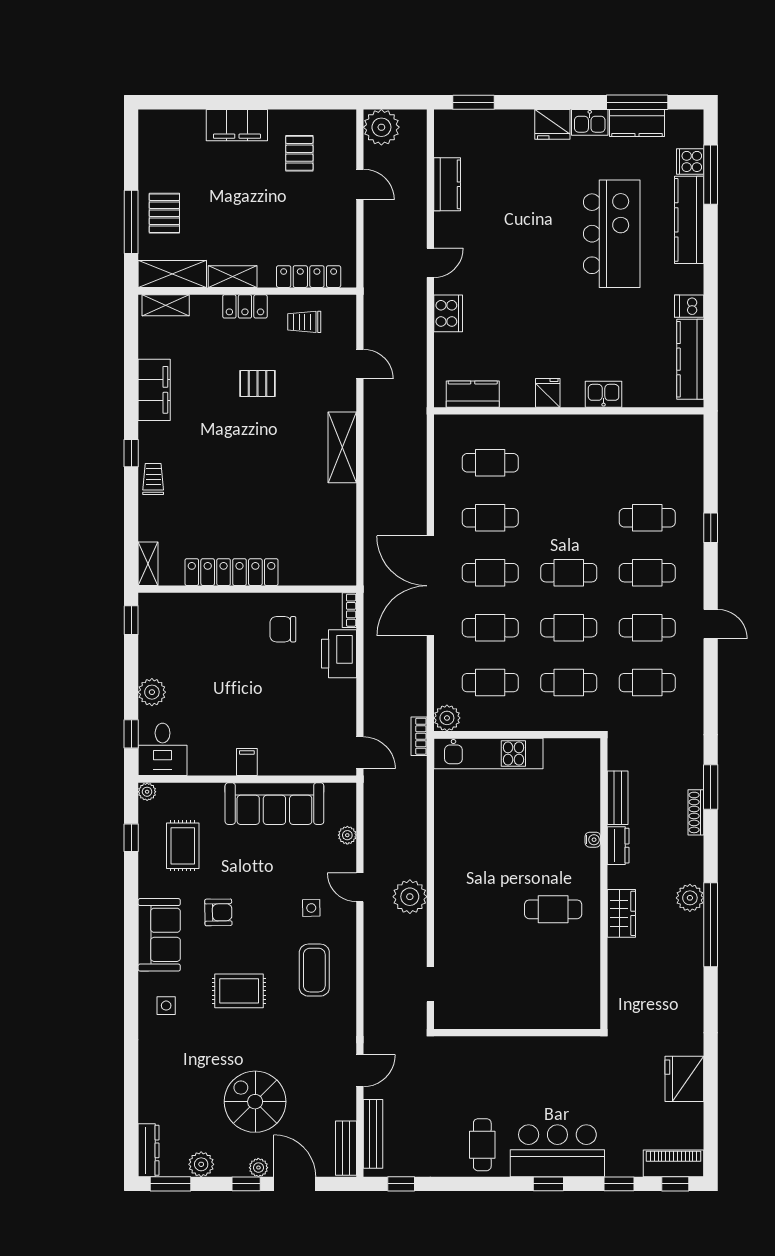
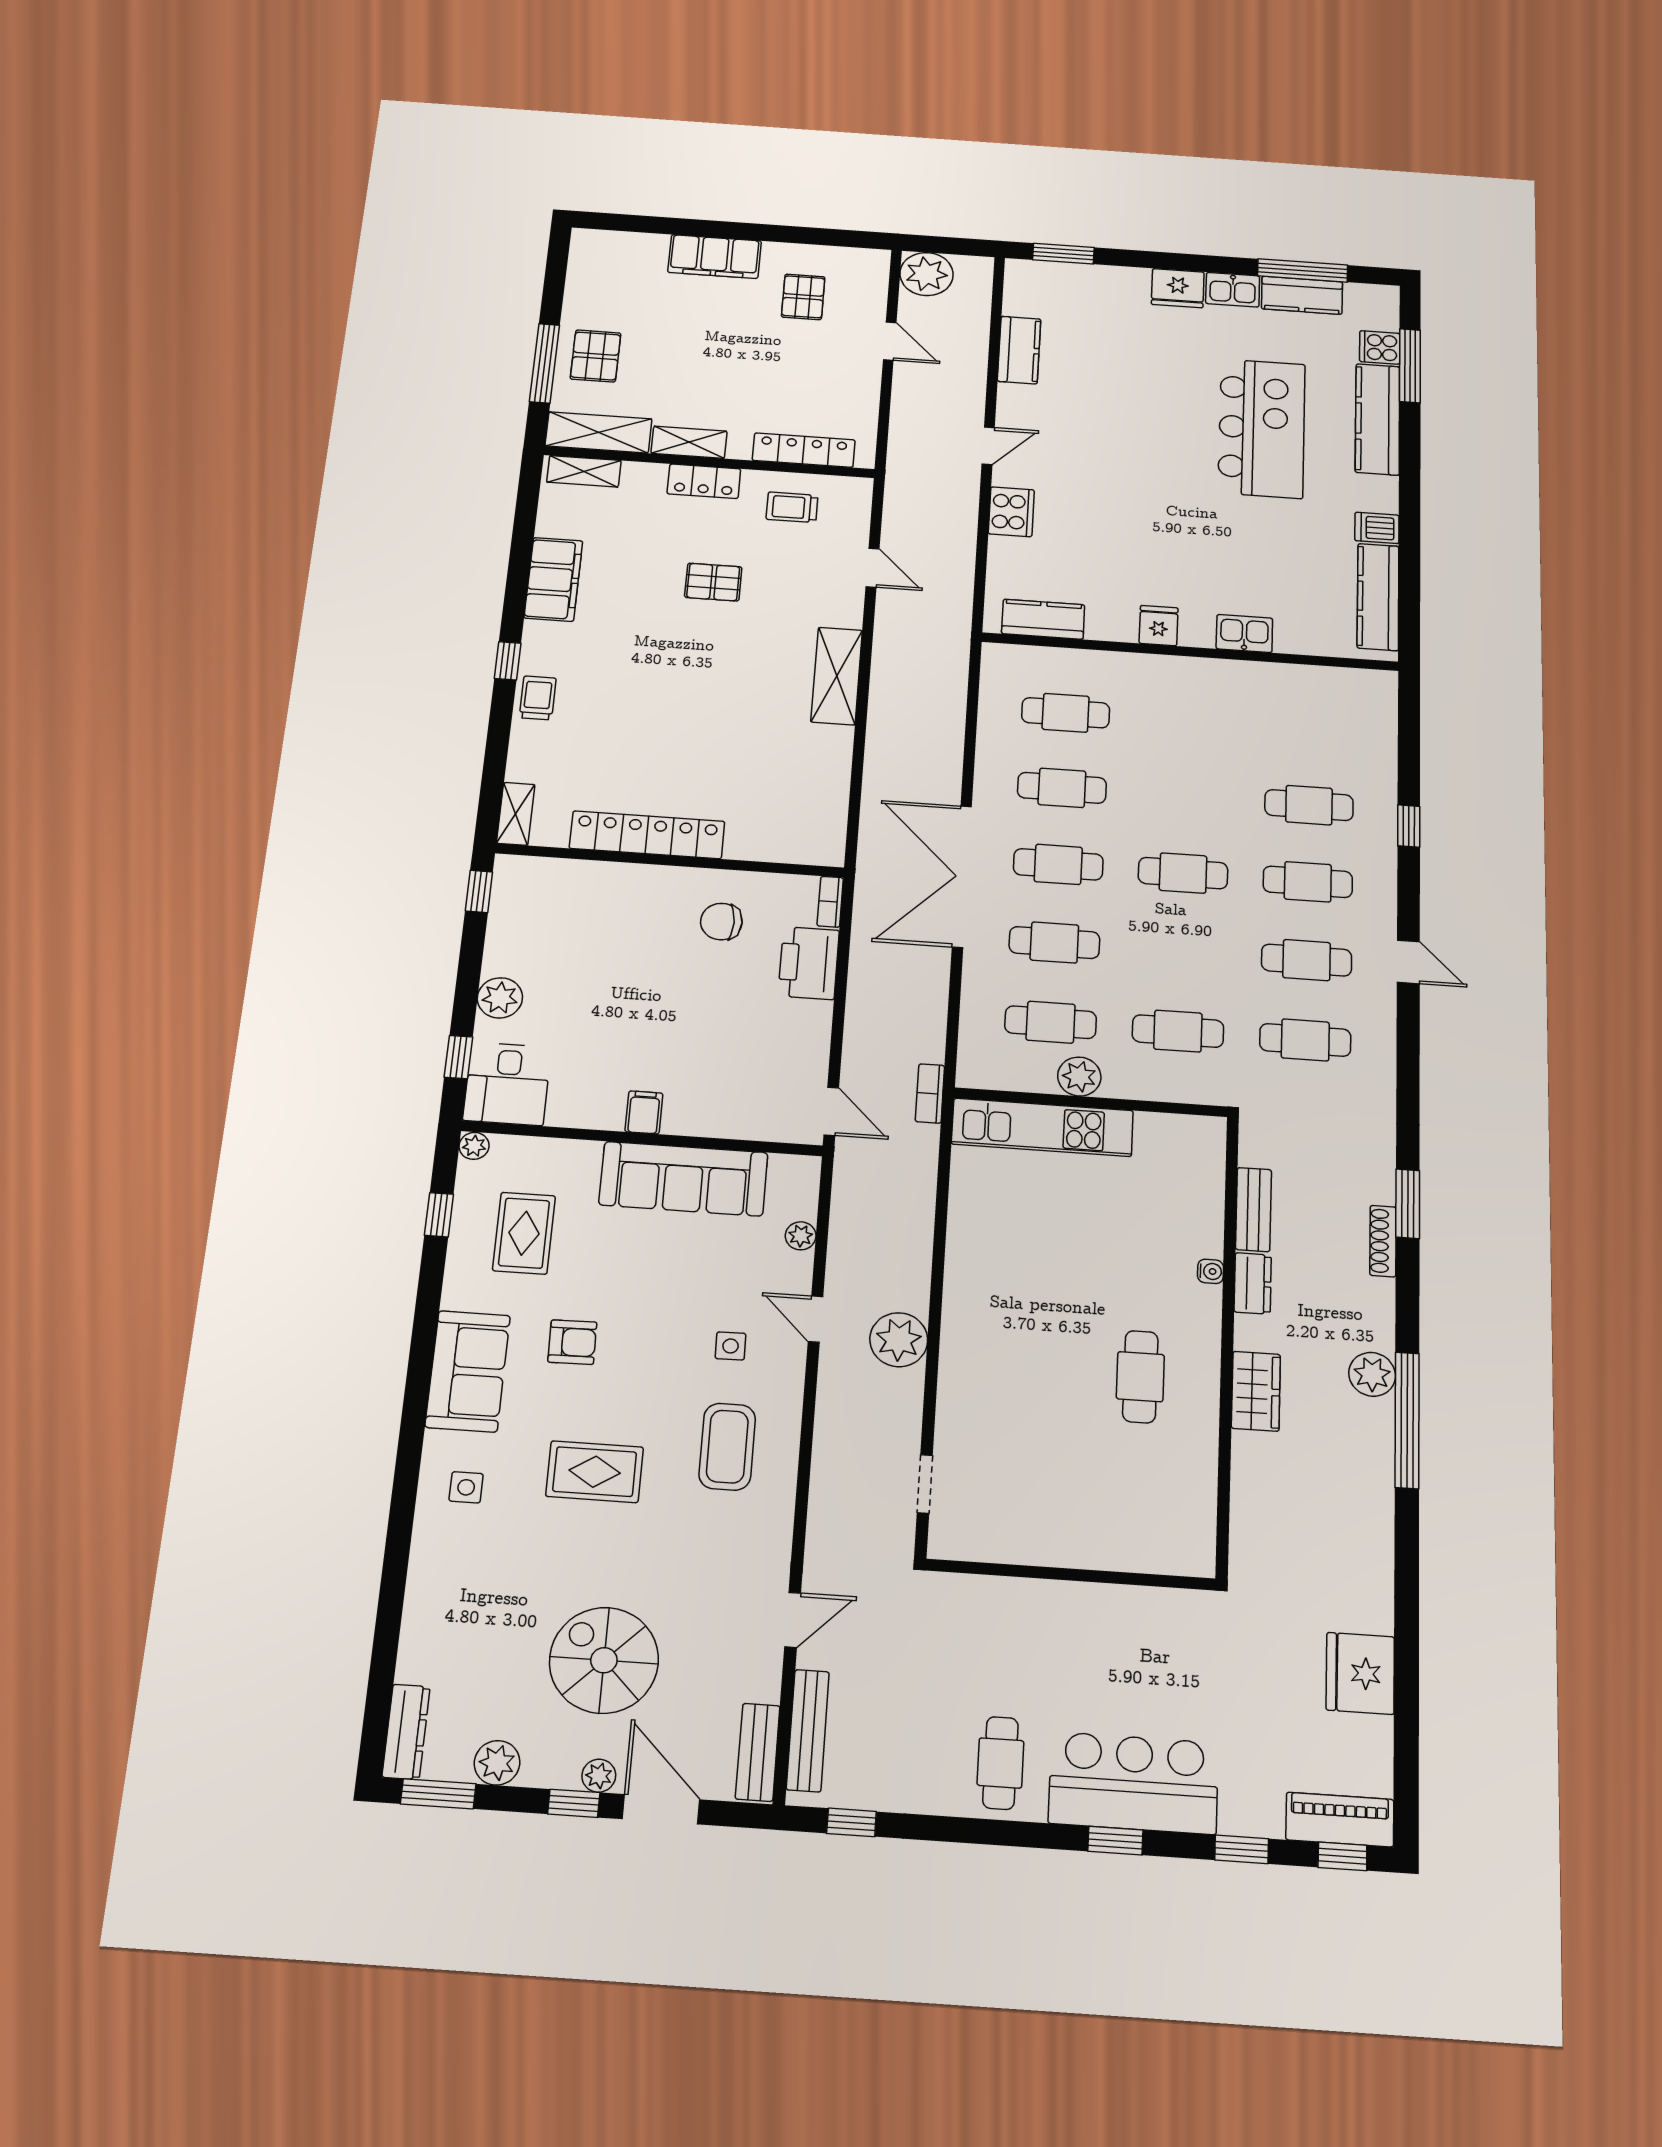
cafe table: (569, 628) -> (1180, 951), removed
plant: (447, 718) -> (1079, 1077), moved
cafe table: (553, 909) -> (1140, 1377), turned 90

